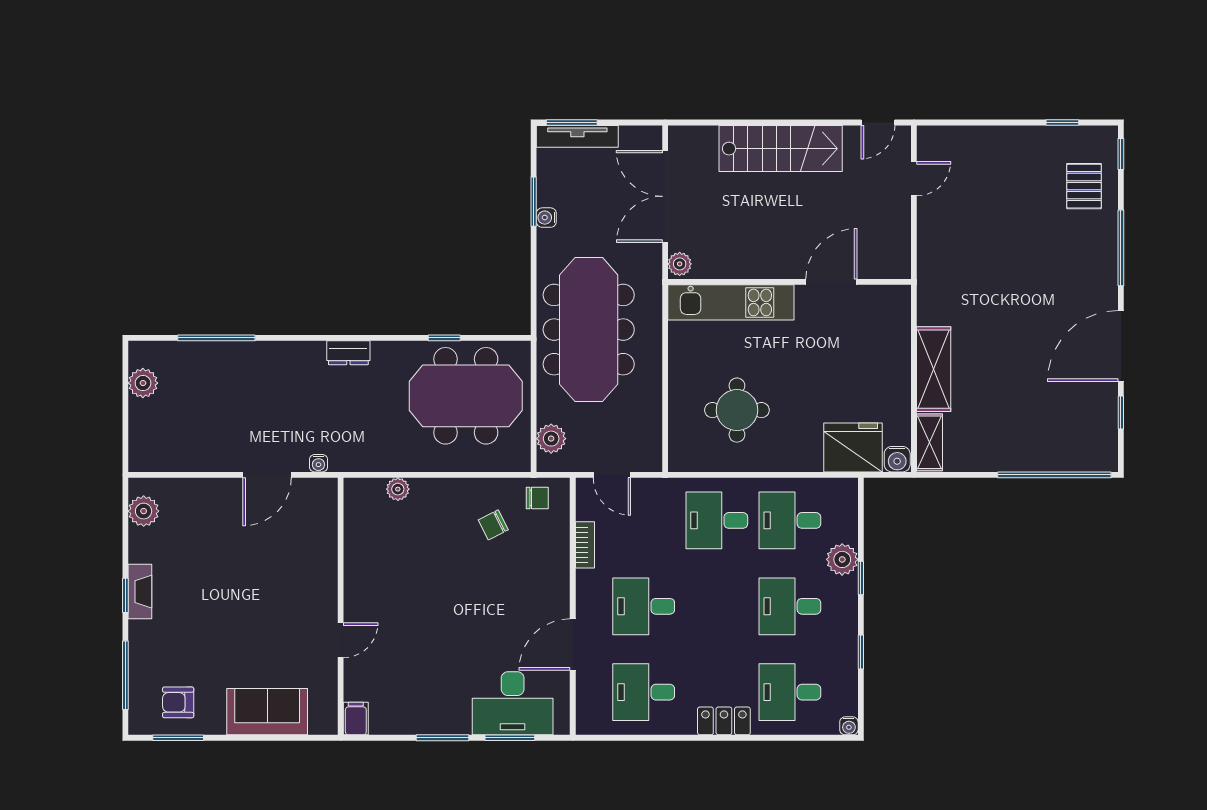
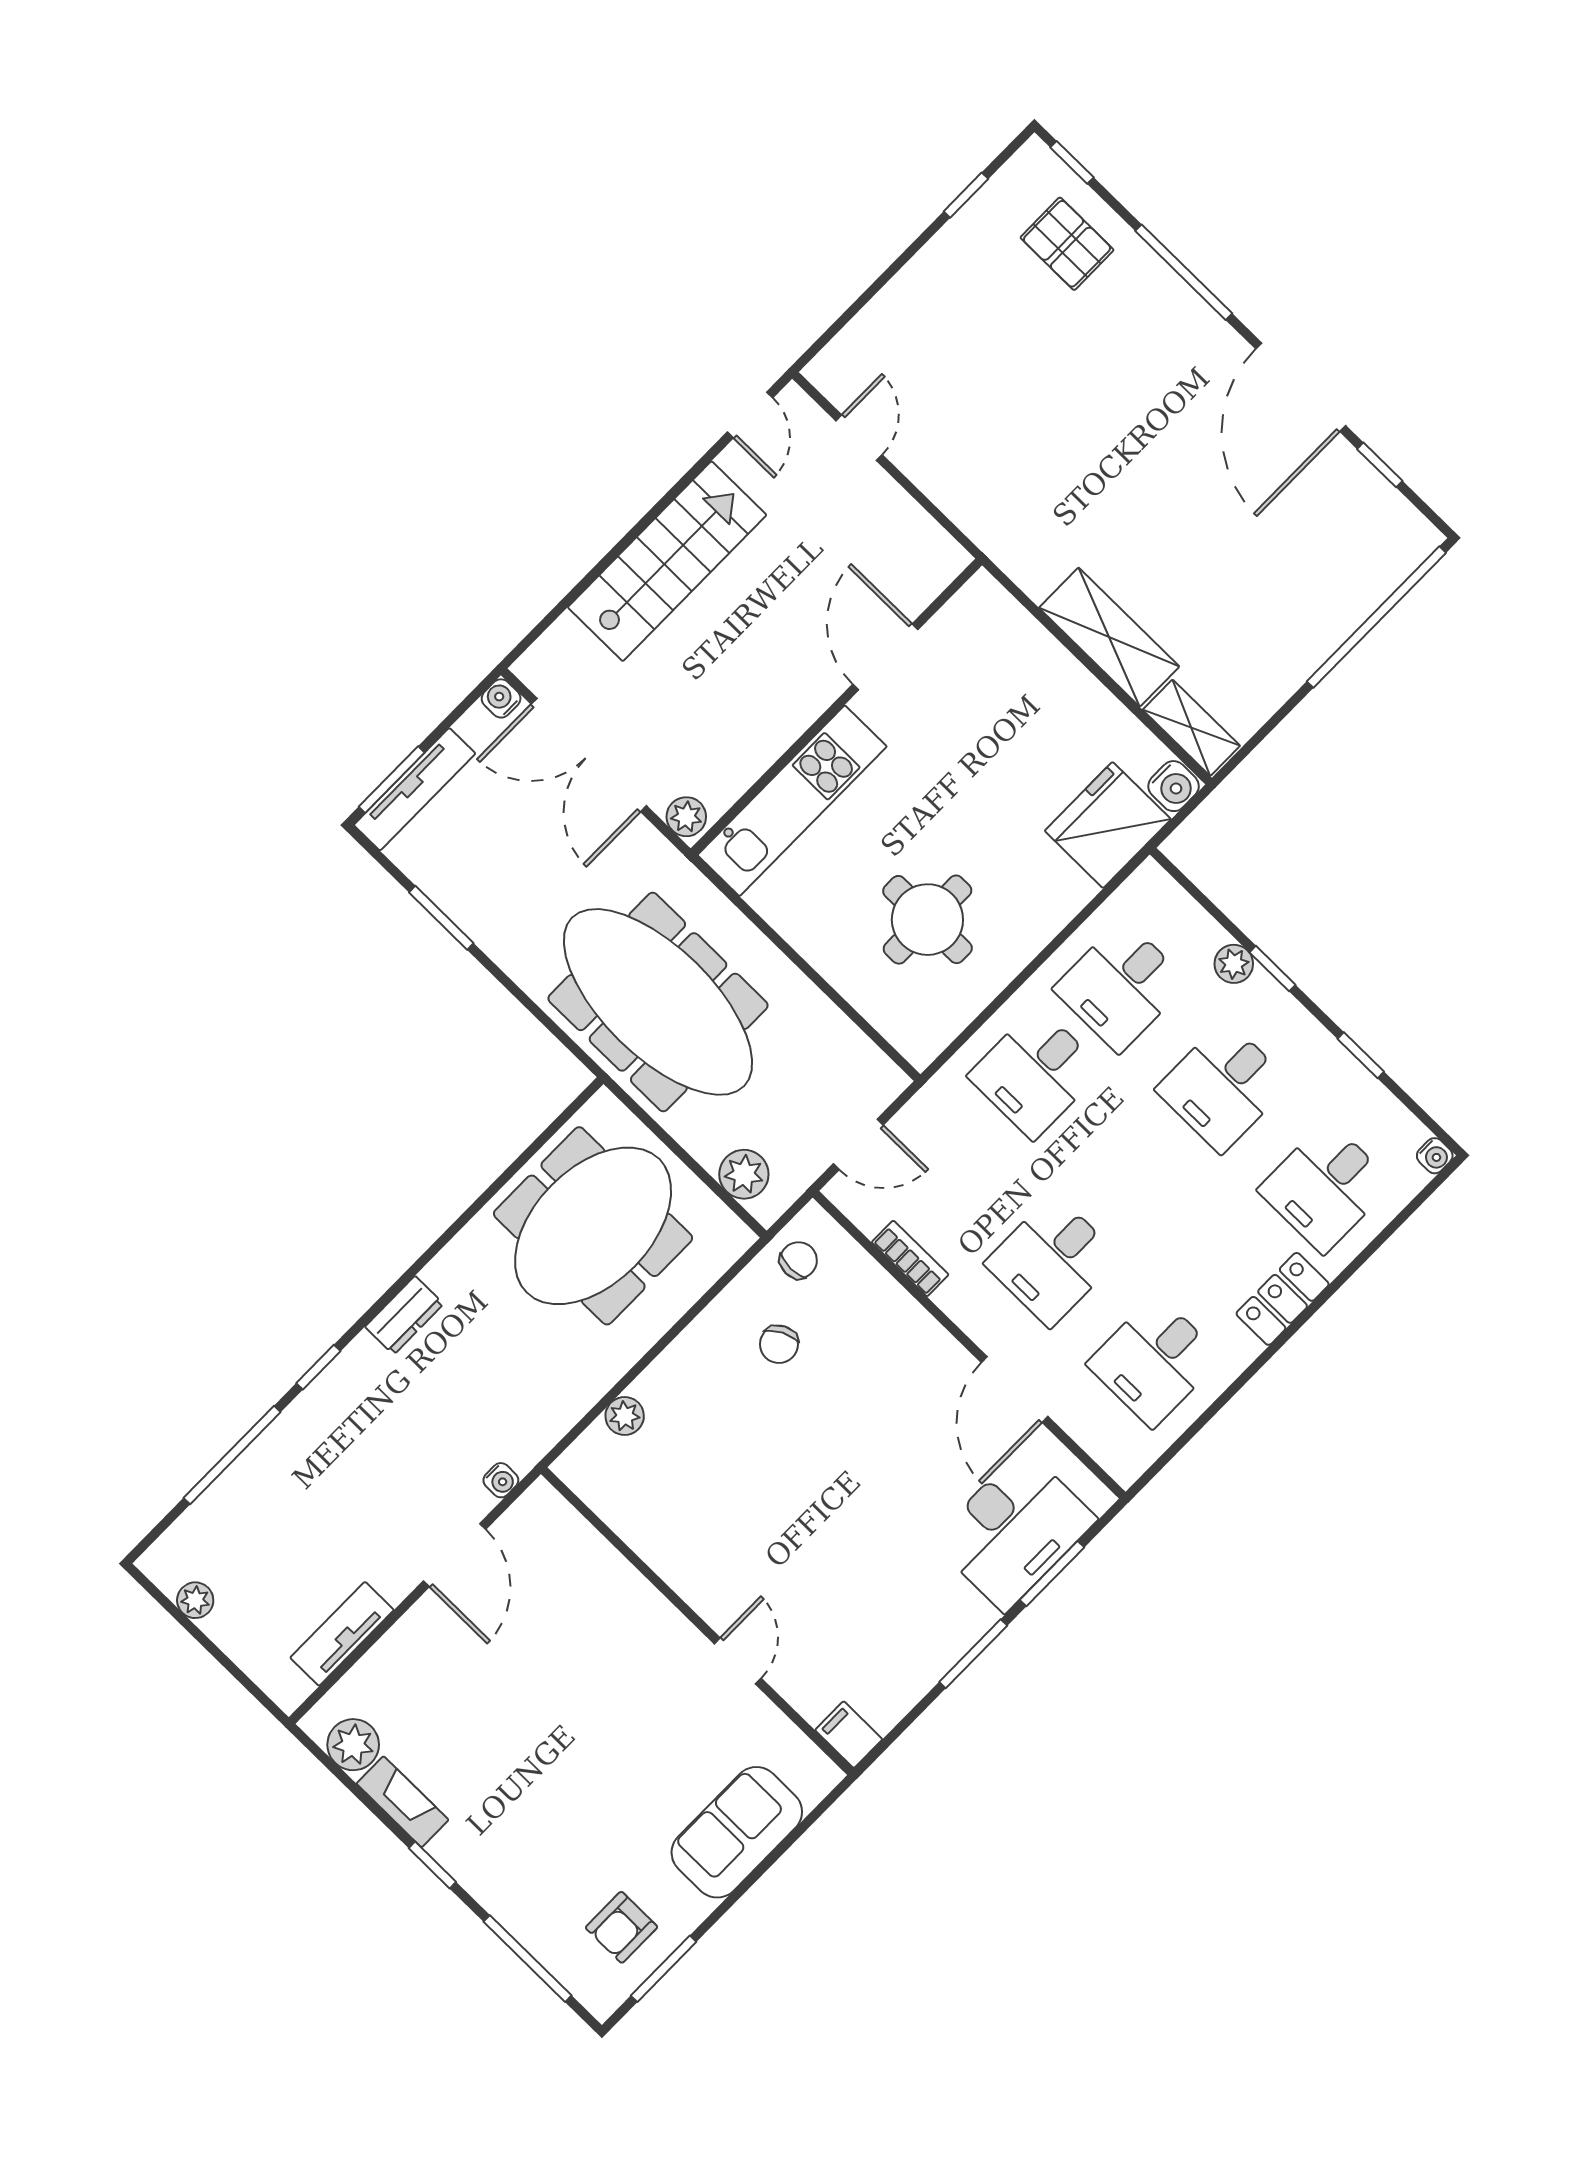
water cooler: (546, 218) -> (501, 698), moved, turned 90
window: (444, 338) -> (318, 1367), moved
plant: (143, 383) -> (195, 1600), width x0.73, depth x0.73
tv unit: (186, 460) -> (342, 1634), added
plant: (842, 559) -> (1234, 964), width x0.73, depth x0.73
fireplace: (140, 592) -> (402, 1802), moved

